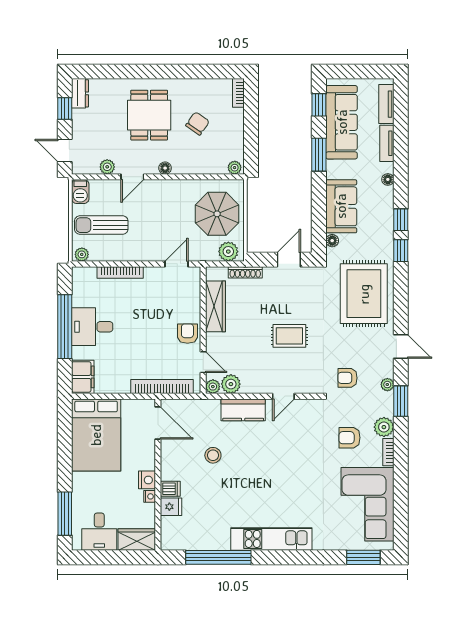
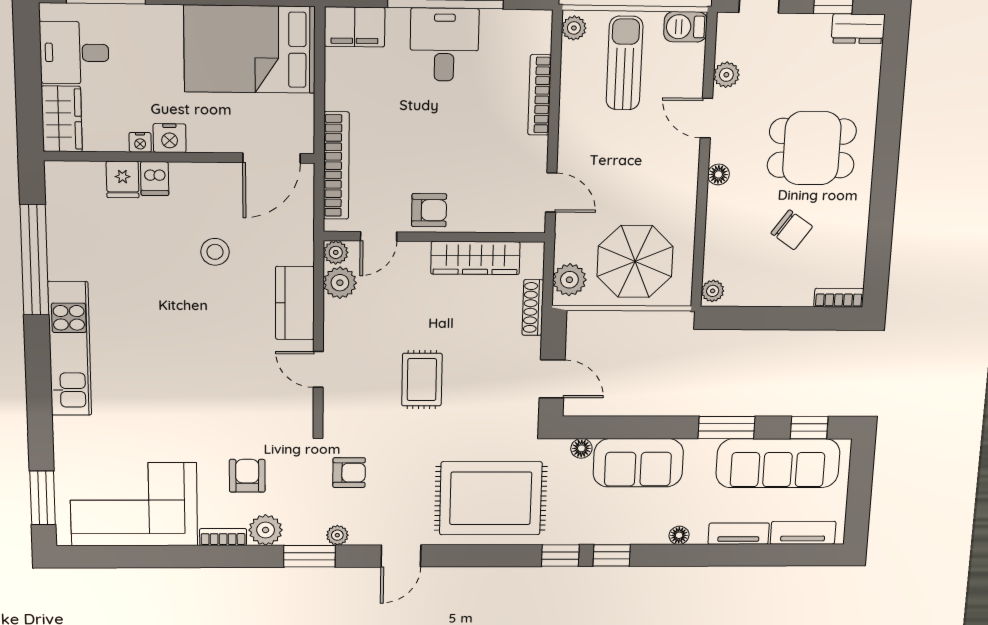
armchair: (347, 378) -> (349, 473), turned 90

